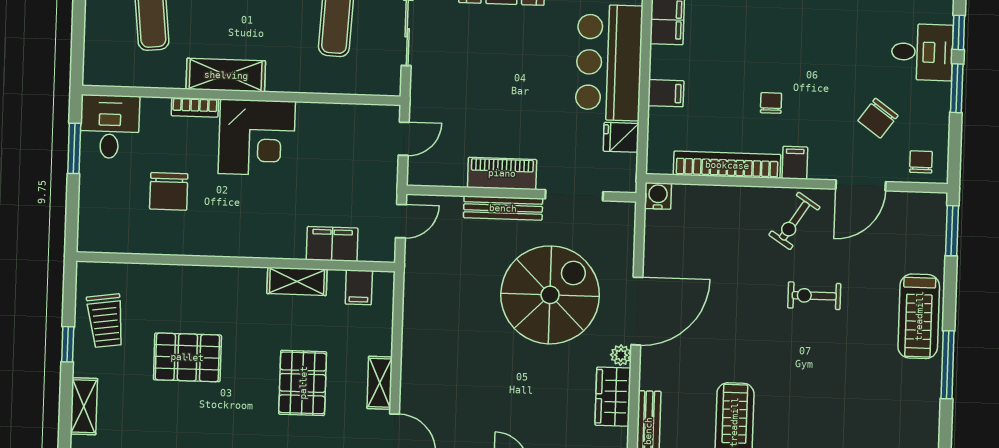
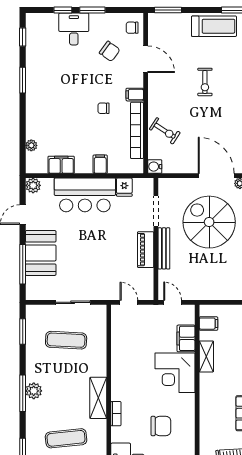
corner desk: (257, 137) -> (175, 373), moved, turned 180
exercise bike: (794, 221) -> (165, 131), moved

